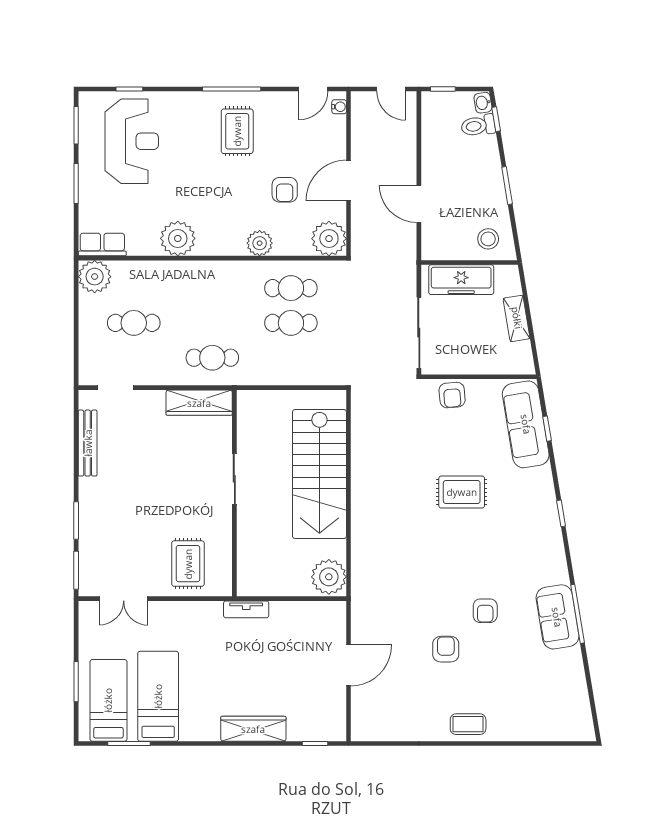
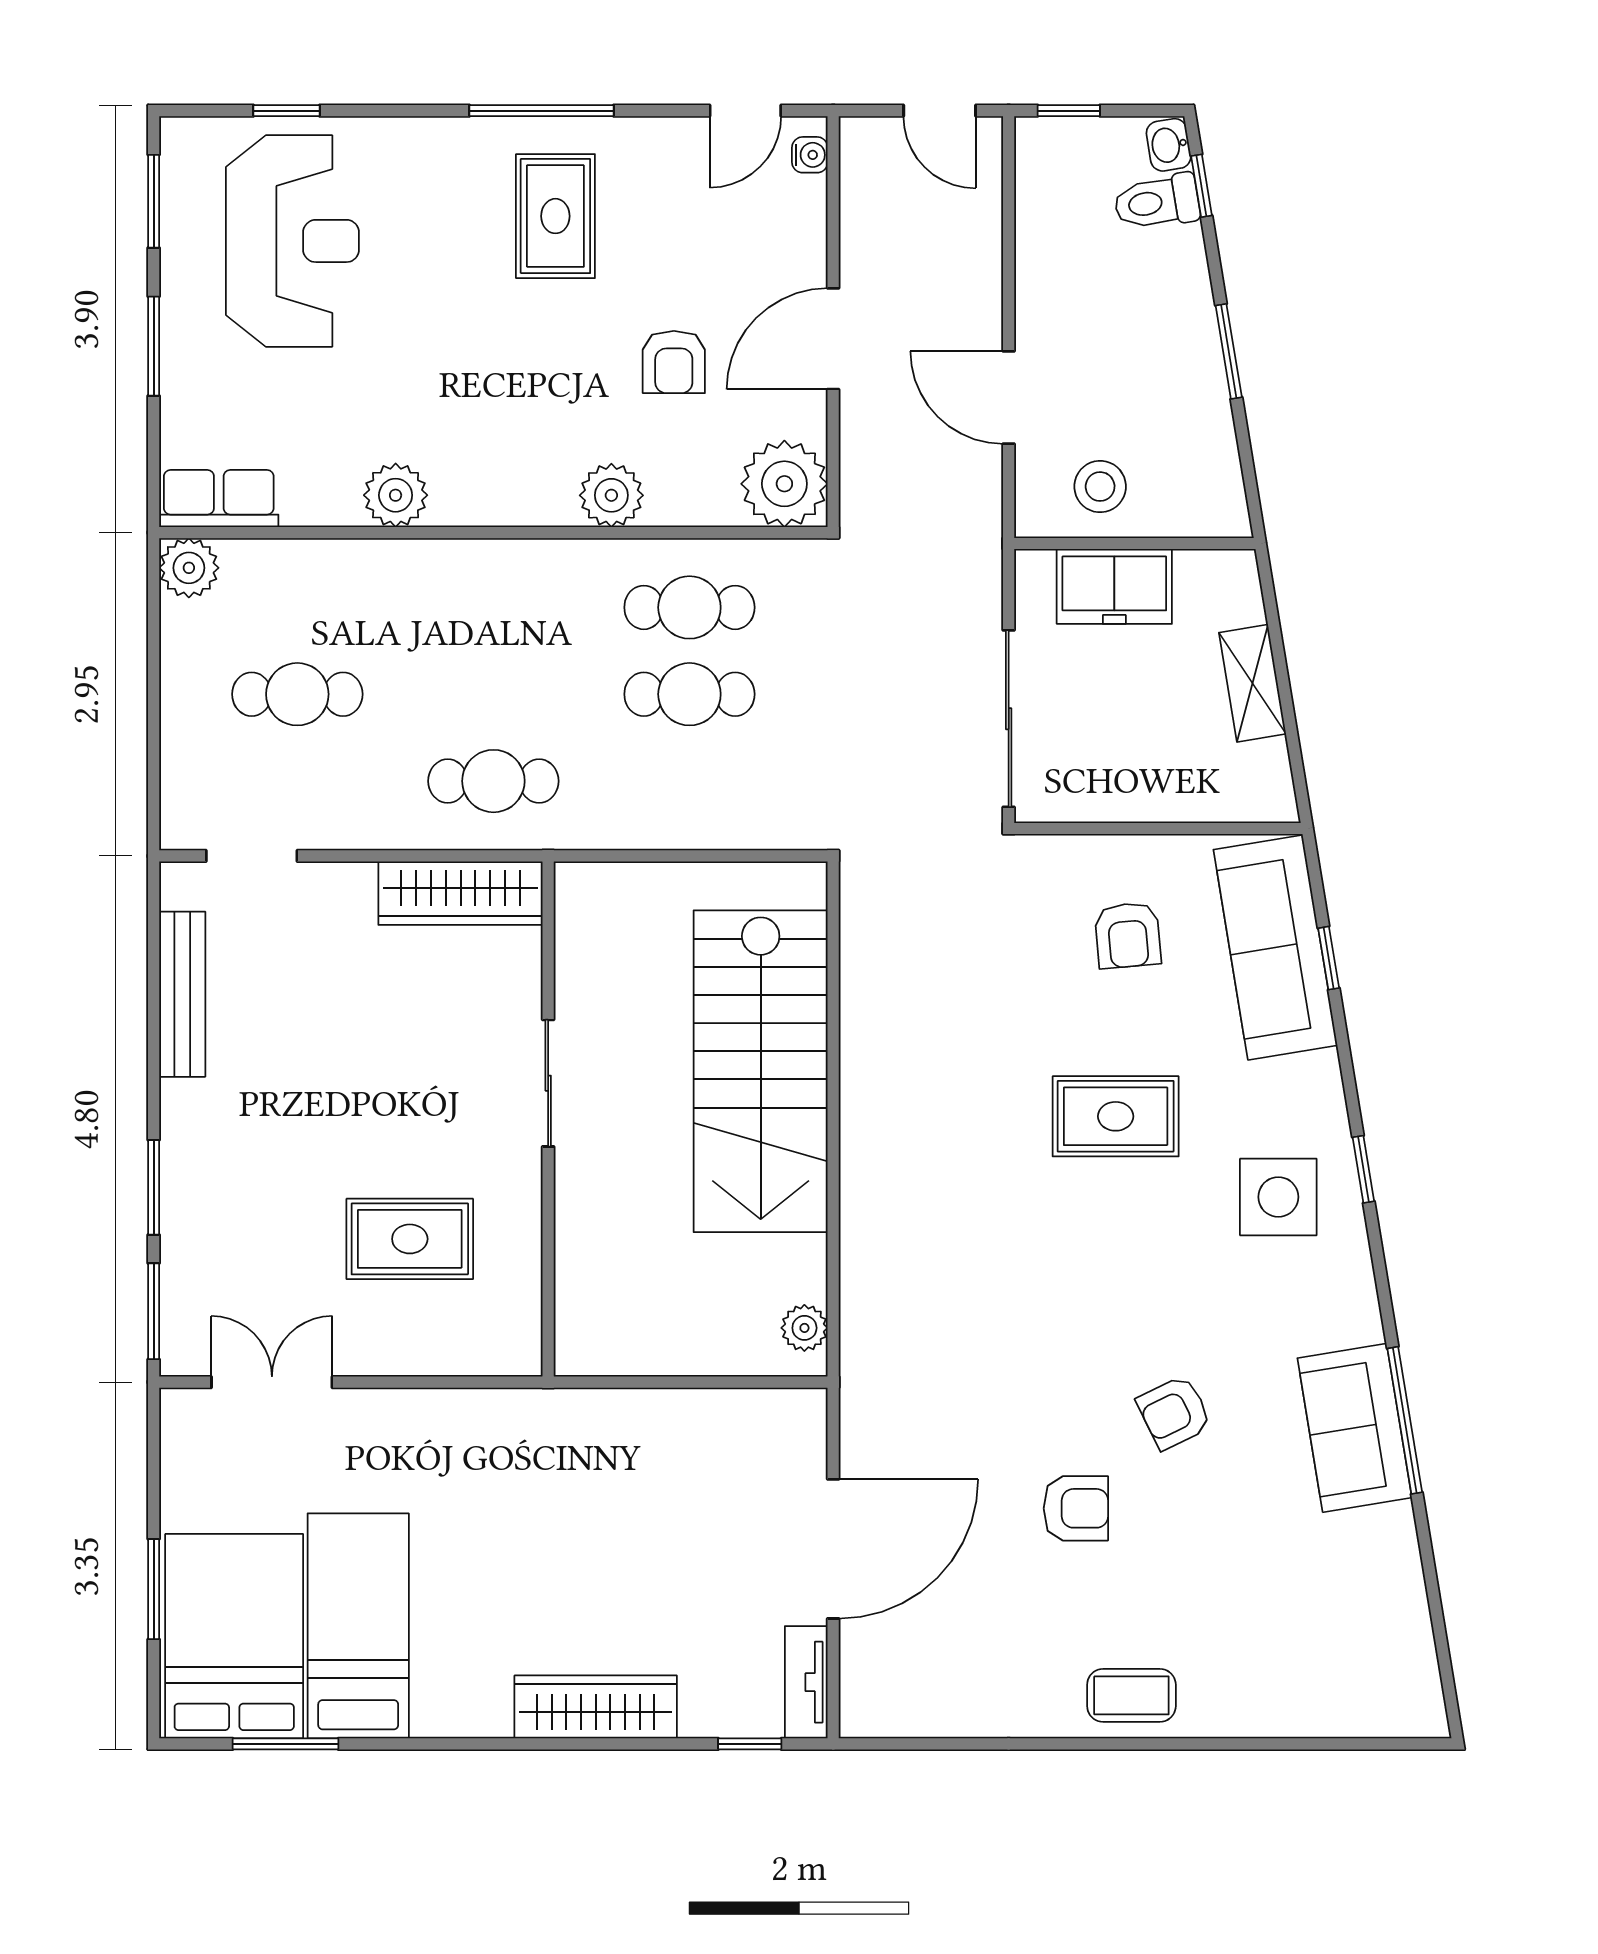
plant: (178, 238) -> (396, 495), width x0.73, depth x0.73
stool: (488, 239) -> (1100, 487), moved
plant: (95, 277) -> (189, 568), width x0.73, depth x0.73
freezer: (461, 280) -> (1114, 586), width x0.71
armchair: (452, 395) -> (1128, 935), moved
side table: (527, 524) -> (1278, 1197), added
rug: (188, 564) -> (410, 1239), moved, turned 90
plant: (329, 577) -> (804, 1328), width x0.53, depth x0.53
double door: (124, 599) -> (272, 1382), swing flipped
tv unit: (246, 609) -> (806, 1682), moved, turned 90
armchair: (485, 611) -> (1174, 1413), turned 64
armchair: (446, 649) -> (1076, 1508), turned 90
door: (349, 665) -> (833, 1549), width x1.36
bed: (108, 700) -> (234, 1636), width x1.50

